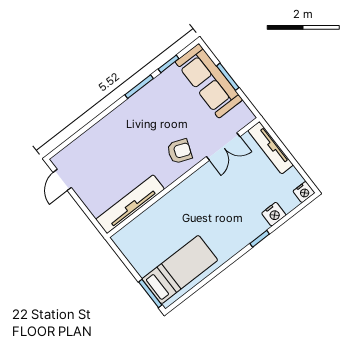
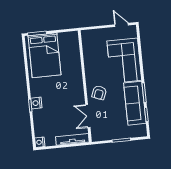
sofa: (209, 81) -> (135, 103), moved, turned -90
corner sofa: (111, 144) -> (124, 61), added
tv unit: (130, 204) -> (88, 51), removed
nightstand: (274, 214) -> (36, 103), moved
bed: (180, 270) -> (44, 55), width x1.50

